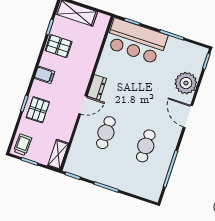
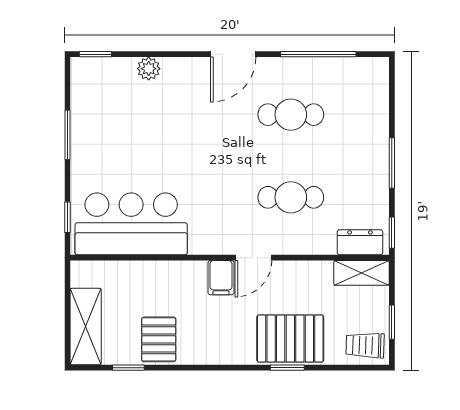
bar counter: (136, 41) -> (131, 224), moved, turned -90
filing cabinet: (44, 75) -> (221, 278), moved, turned 180
plant: (186, 83) -> (149, 69), width x0.53, depth x0.53
dresser: (97, 87) -> (360, 242), moved
door: (83, 105) -> (253, 258), swing flipped
pallet: (38, 110) -> (290, 339), width x1.50, depth x1.42
door: (188, 116) -> (233, 54), moved

